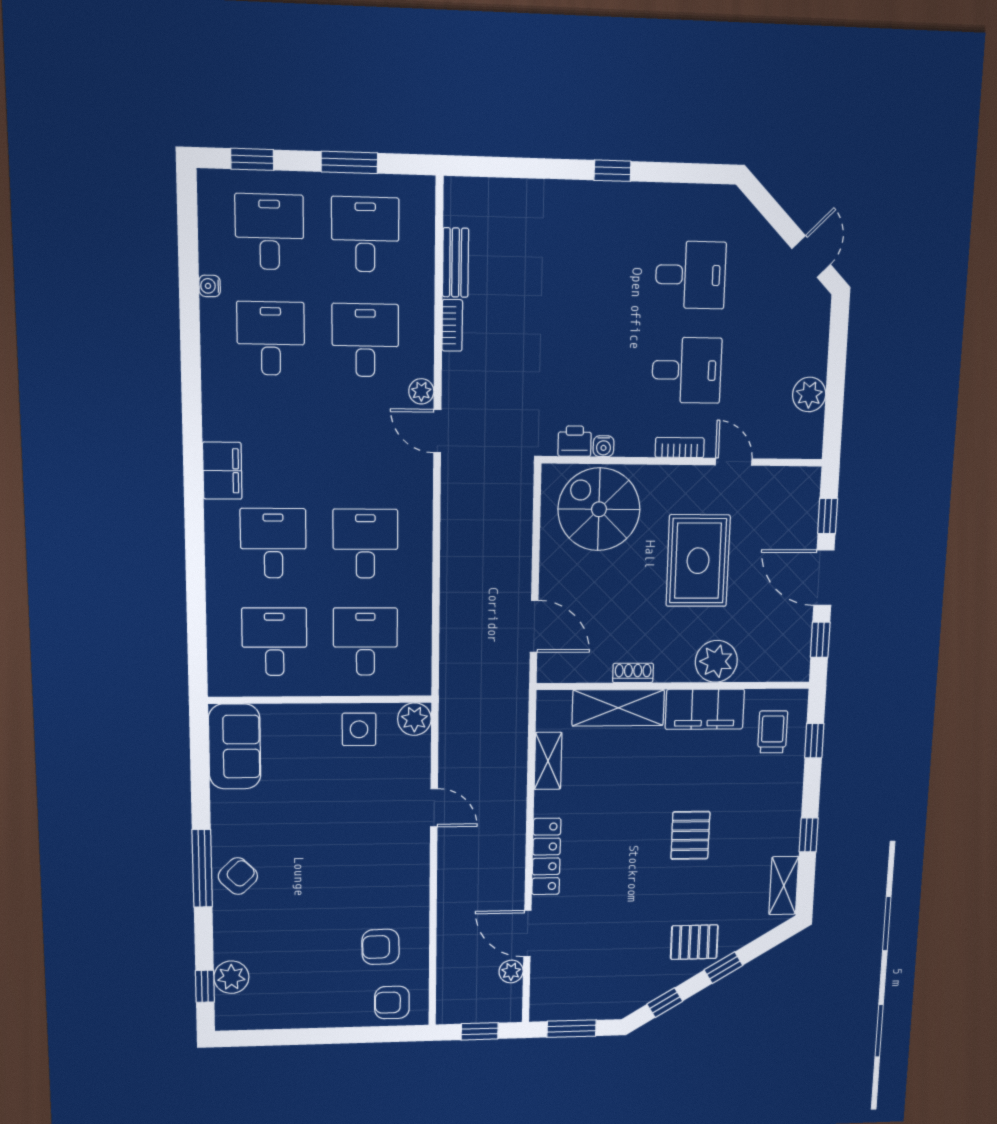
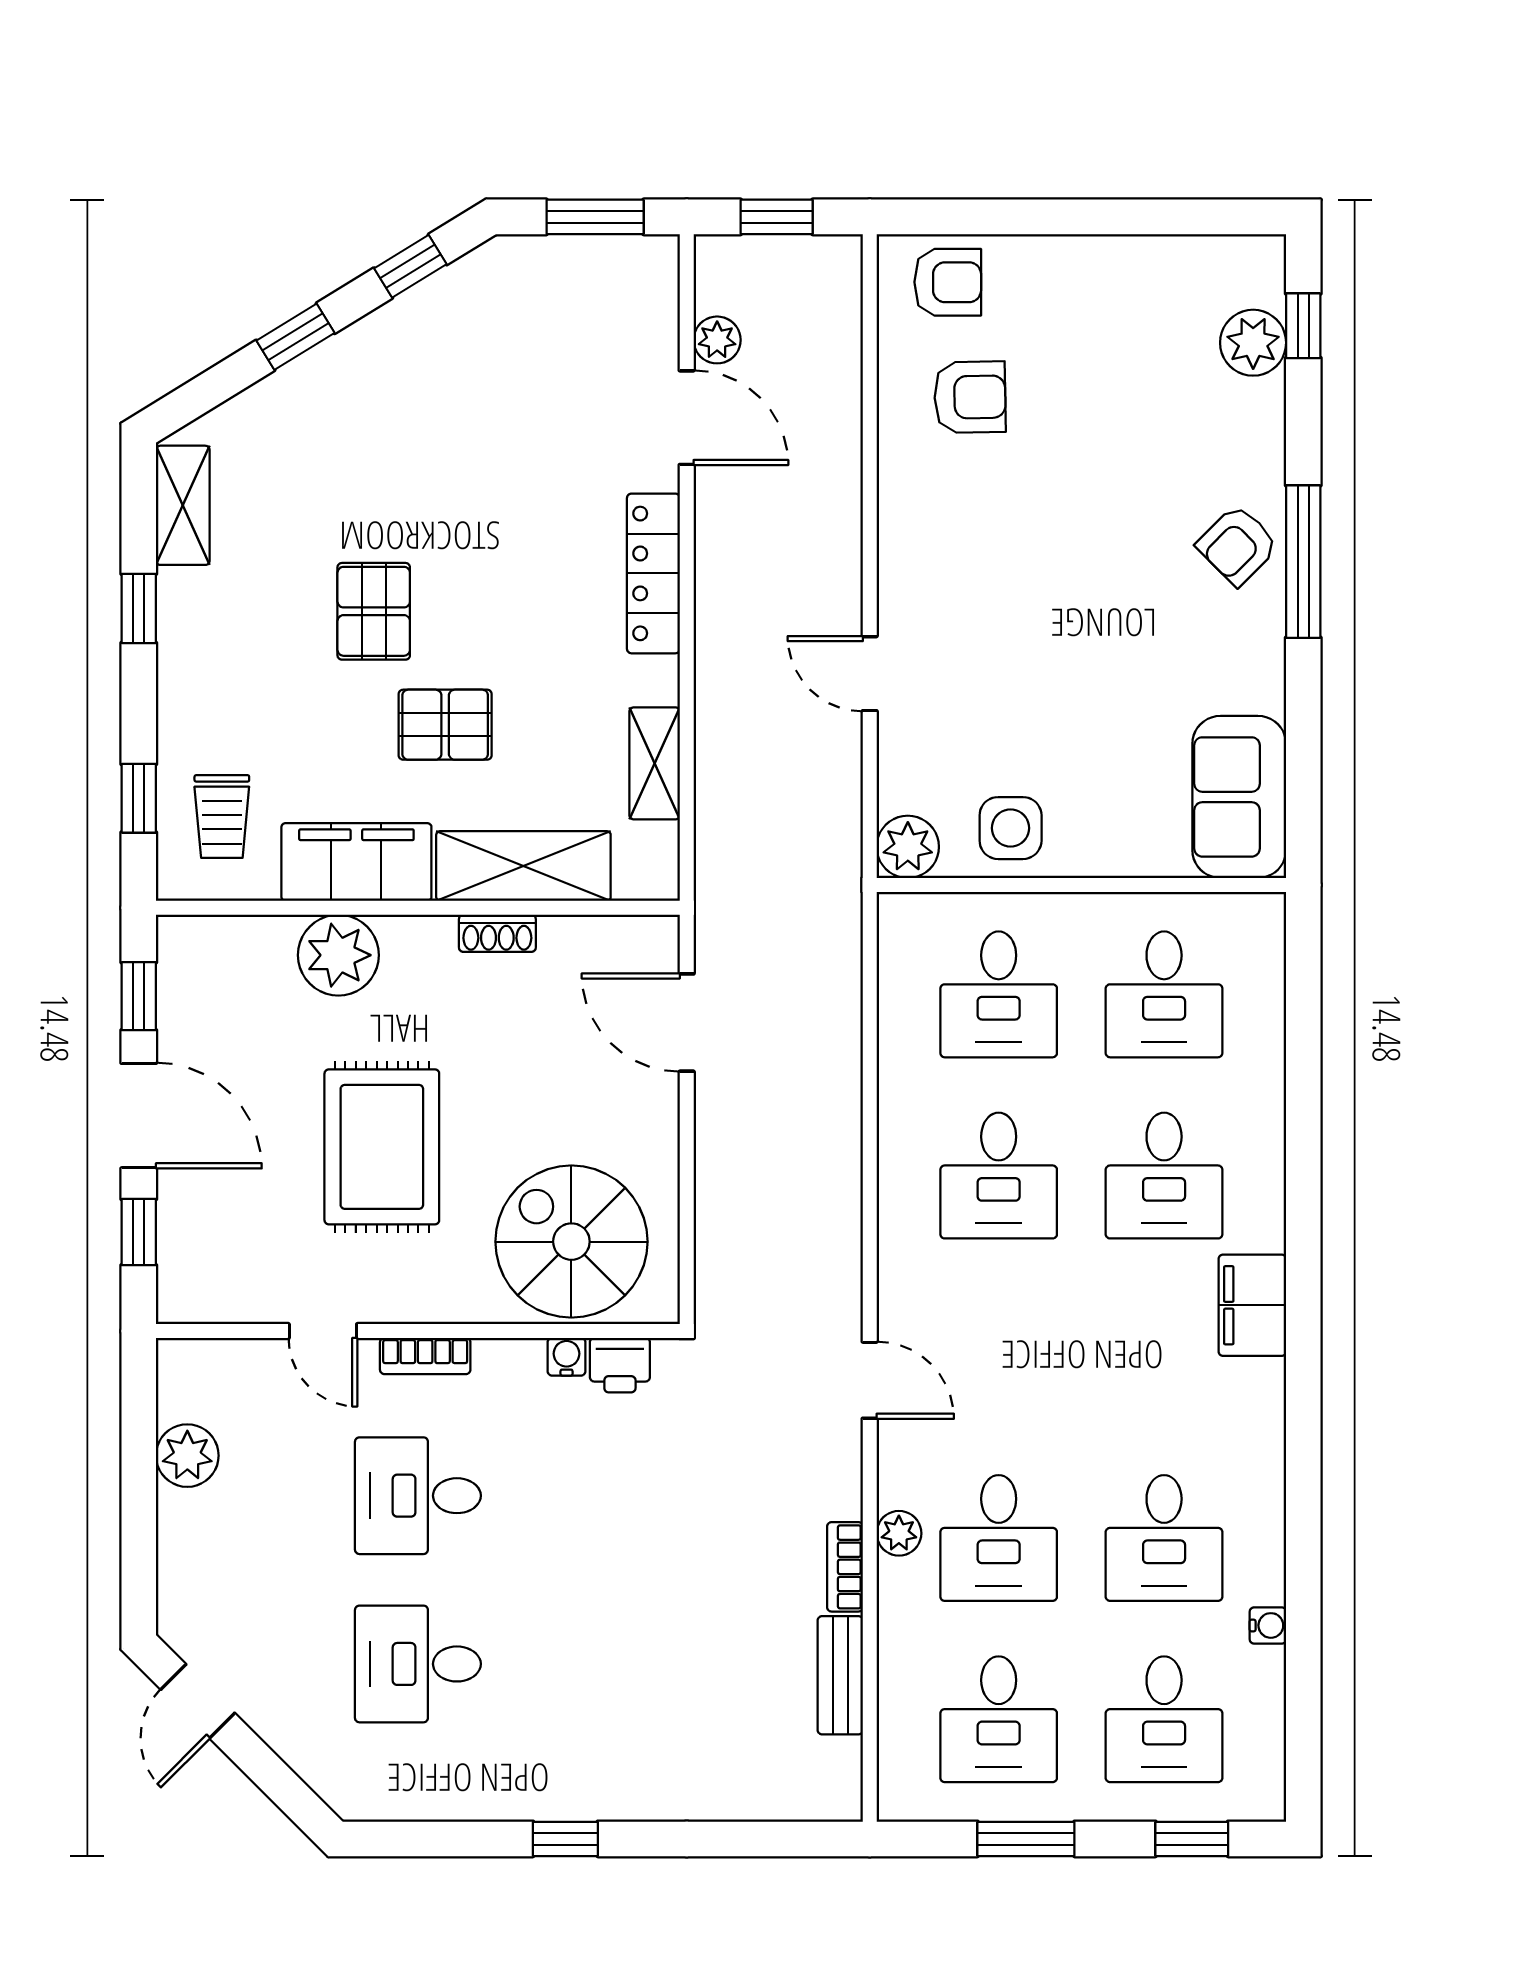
plant: (421, 391) -> (899, 1533), moved
spiral stairs: (599, 509) -> (571, 1242), turned 180
pallet: (694, 942) -> (445, 725), moved

